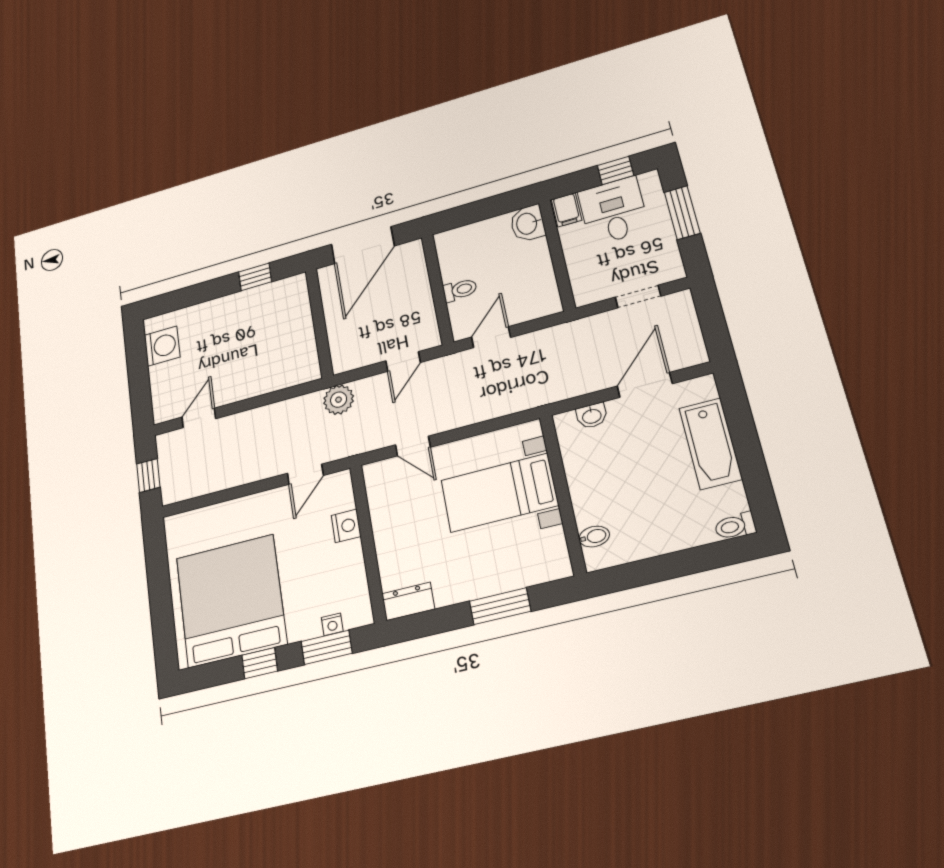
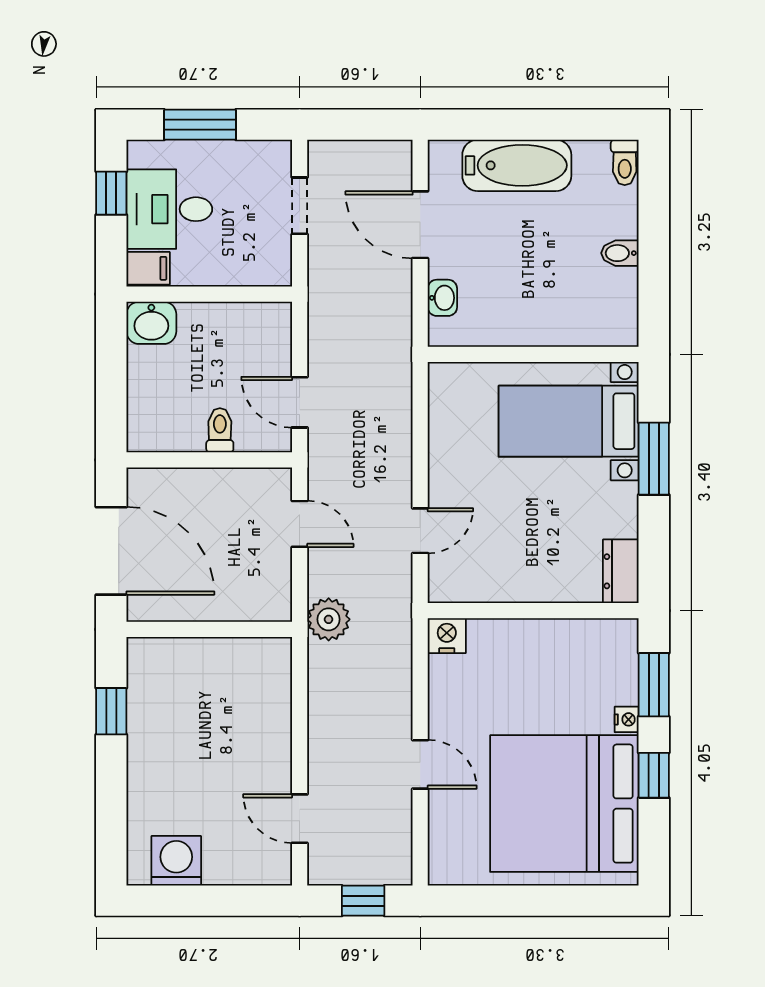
door: (305, 474) -> (420, 764), moved
bed with nightstands: (499, 493) -> (569, 421), moved, turned 90
nightstand: (346, 526) -> (447, 636), moved
bidet: (594, 537) -> (620, 253), moved, turned -90
nightstand: (332, 624) -> (627, 719), moved

